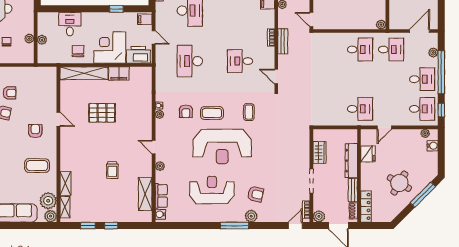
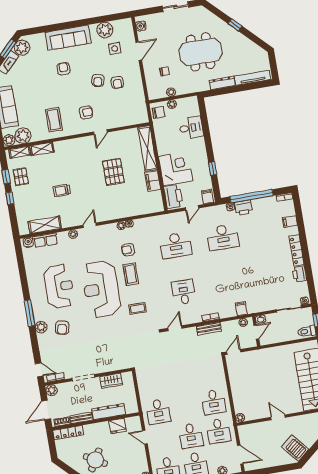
chair: (78, 51) -> (158, 112), moved
desk: (190, 61) -> (176, 245), turned 180
desk: (391, 79) -> (191, 436), added
pallet: (91, 210) -> (21, 177), added

